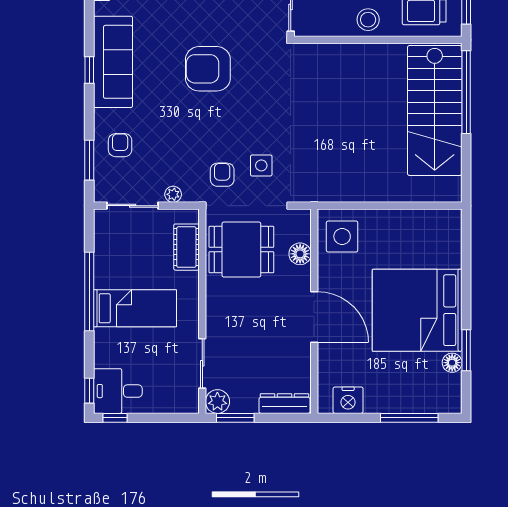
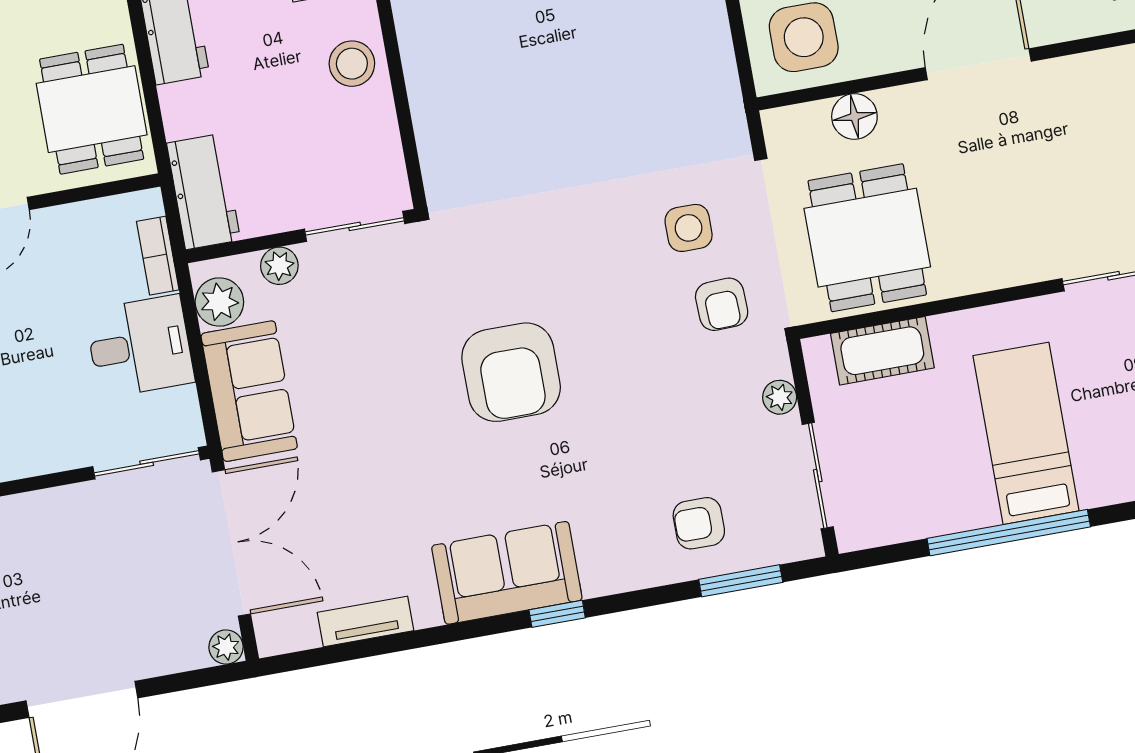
sofa: (113, 62) -> (507, 573), width x0.73
armchair: (222, 175) -> (722, 304), turned -92

